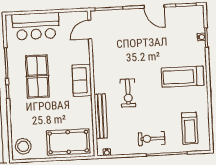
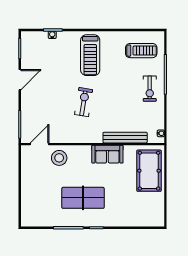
bar counter: (36, 26) -> (33, 197), removed
door: (90, 30) -> (39, 144), swing flipped
sofa: (82, 80) -> (107, 154), moved
exercise bike: (128, 93) -> (84, 102), moved, turned -81
stool: (23, 146) -> (59, 158), moved

